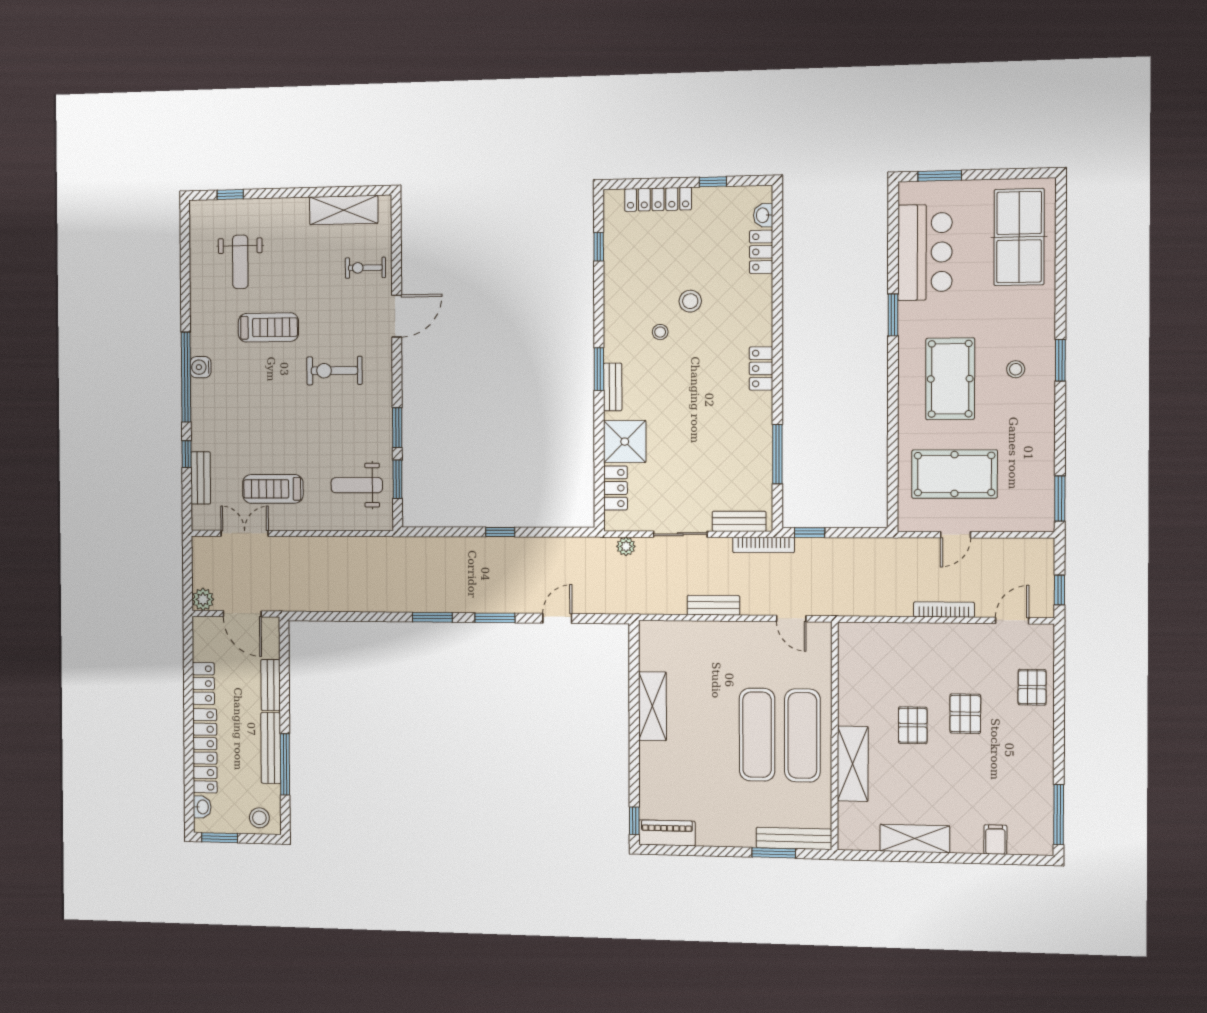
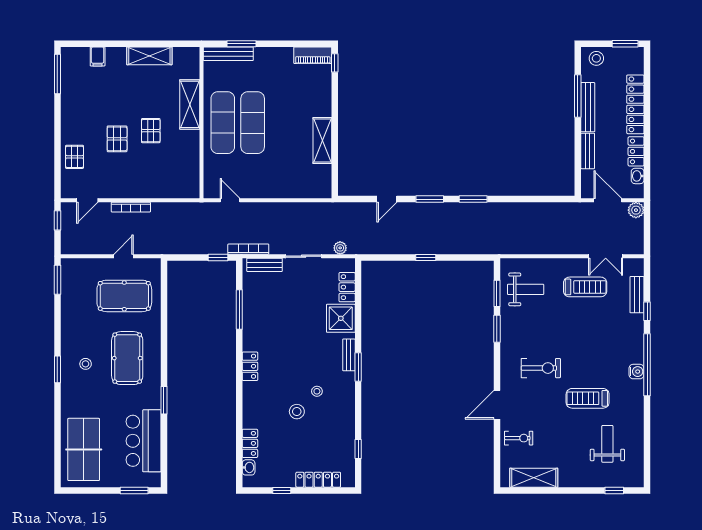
bench: (713, 605) -> (282, 209), removed
washbasin: (202, 807) -> (638, 176), moved

